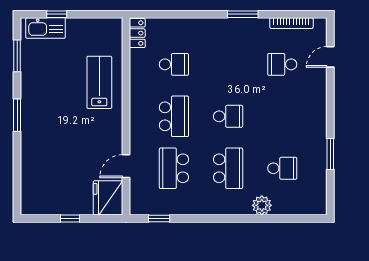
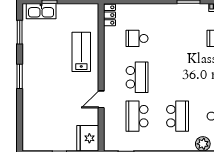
school desk: (174, 64) -> (137, 38), turned 180
school desk: (228, 116) -> (178, 77), removed
door: (126, 166) -> (101, 99), moved

